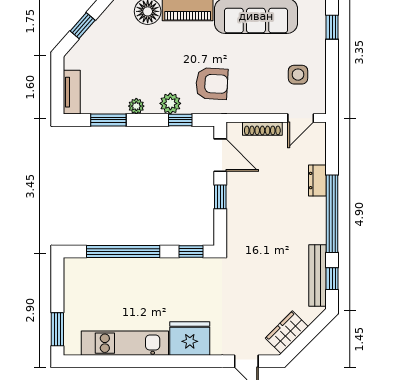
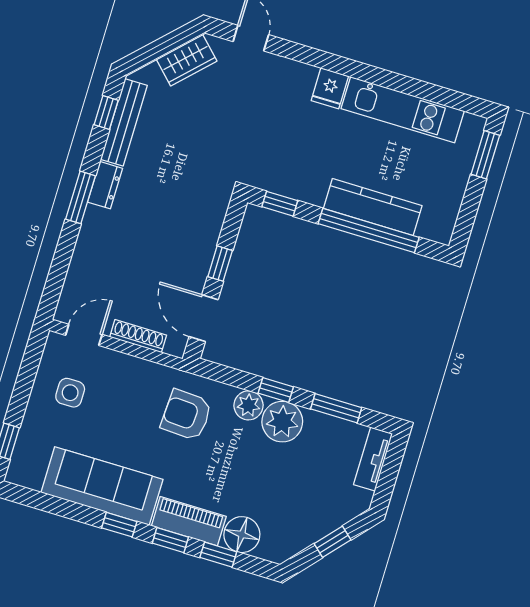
plant: (136, 106) -> (282, 422), width x1.88, depth x1.88
window: (180, 120) -> (276, 390), moved
dresser: (317, 181) -> (105, 185), moved
window: (332, 214) -> (81, 197), width x0.47
kitchen counter: (125, 269) -> (373, 207), added
fridge: (190, 339) -> (330, 88), width x0.53, depth x0.75

